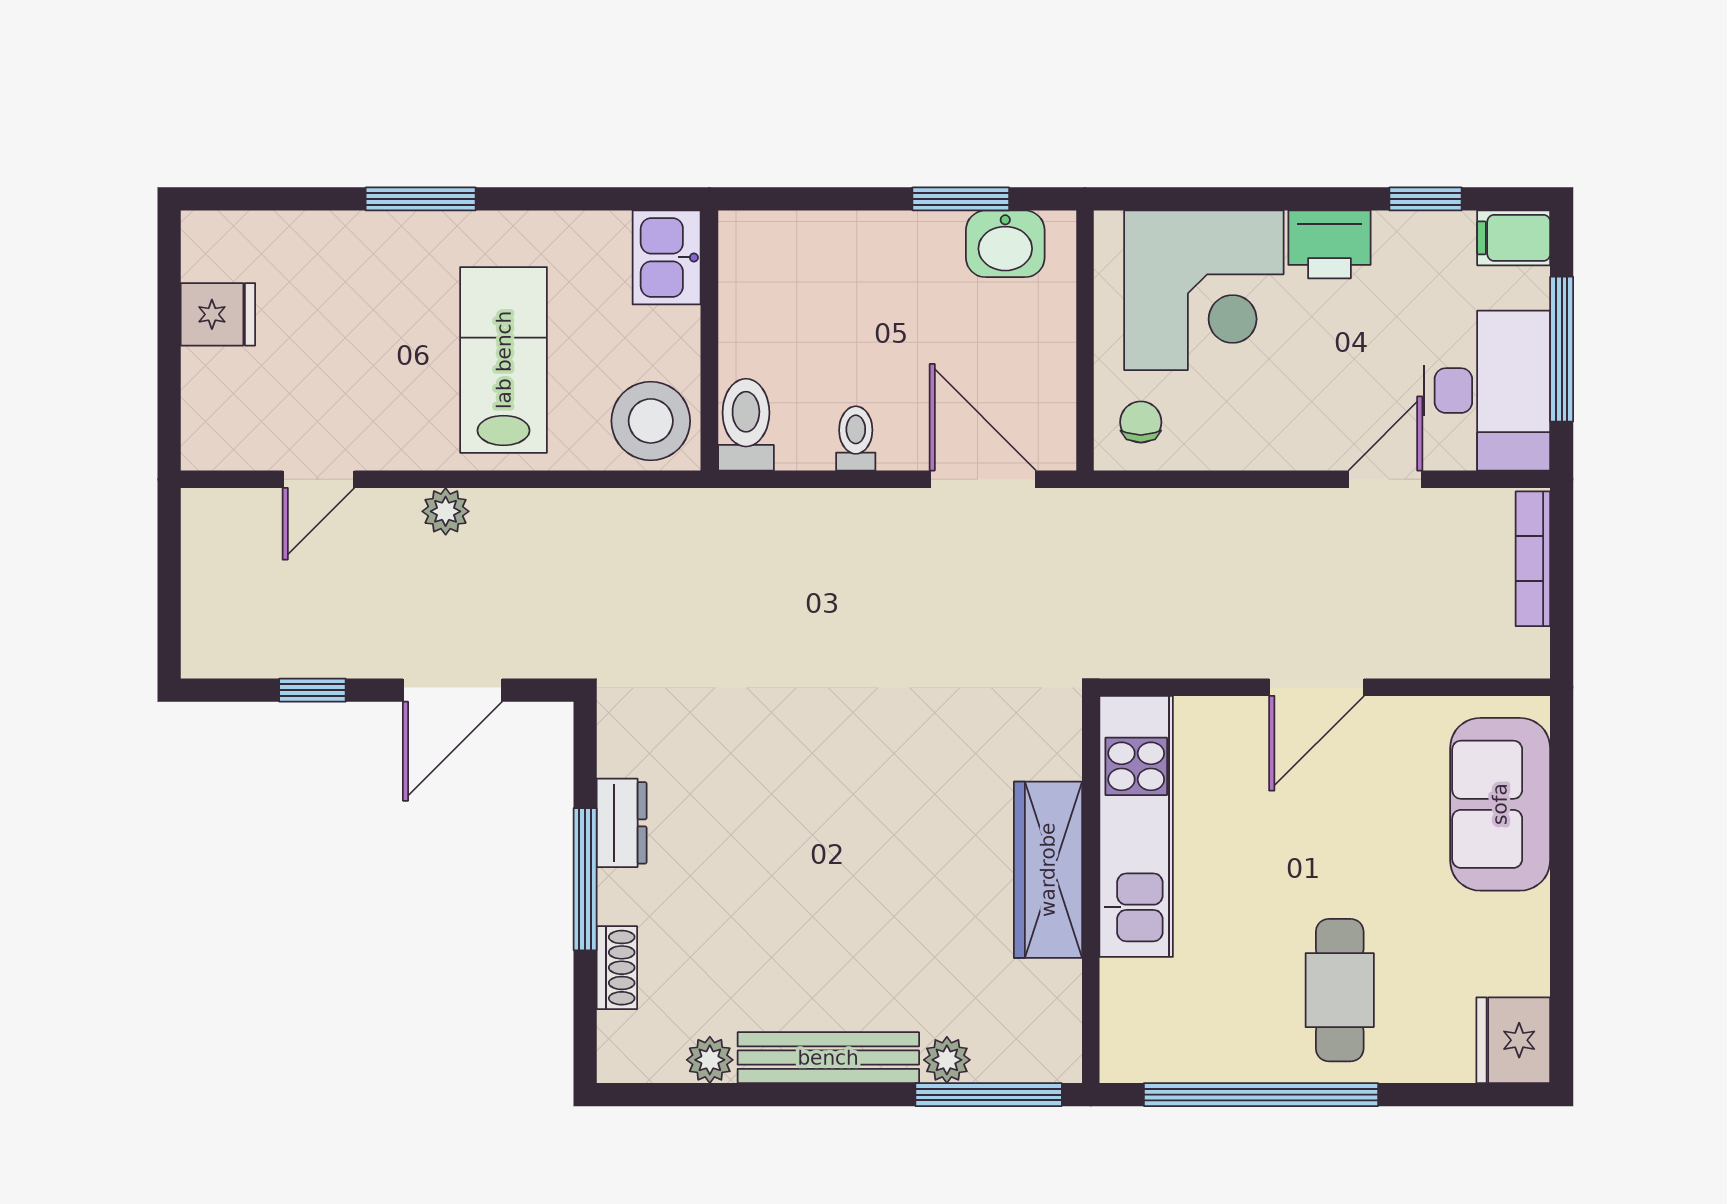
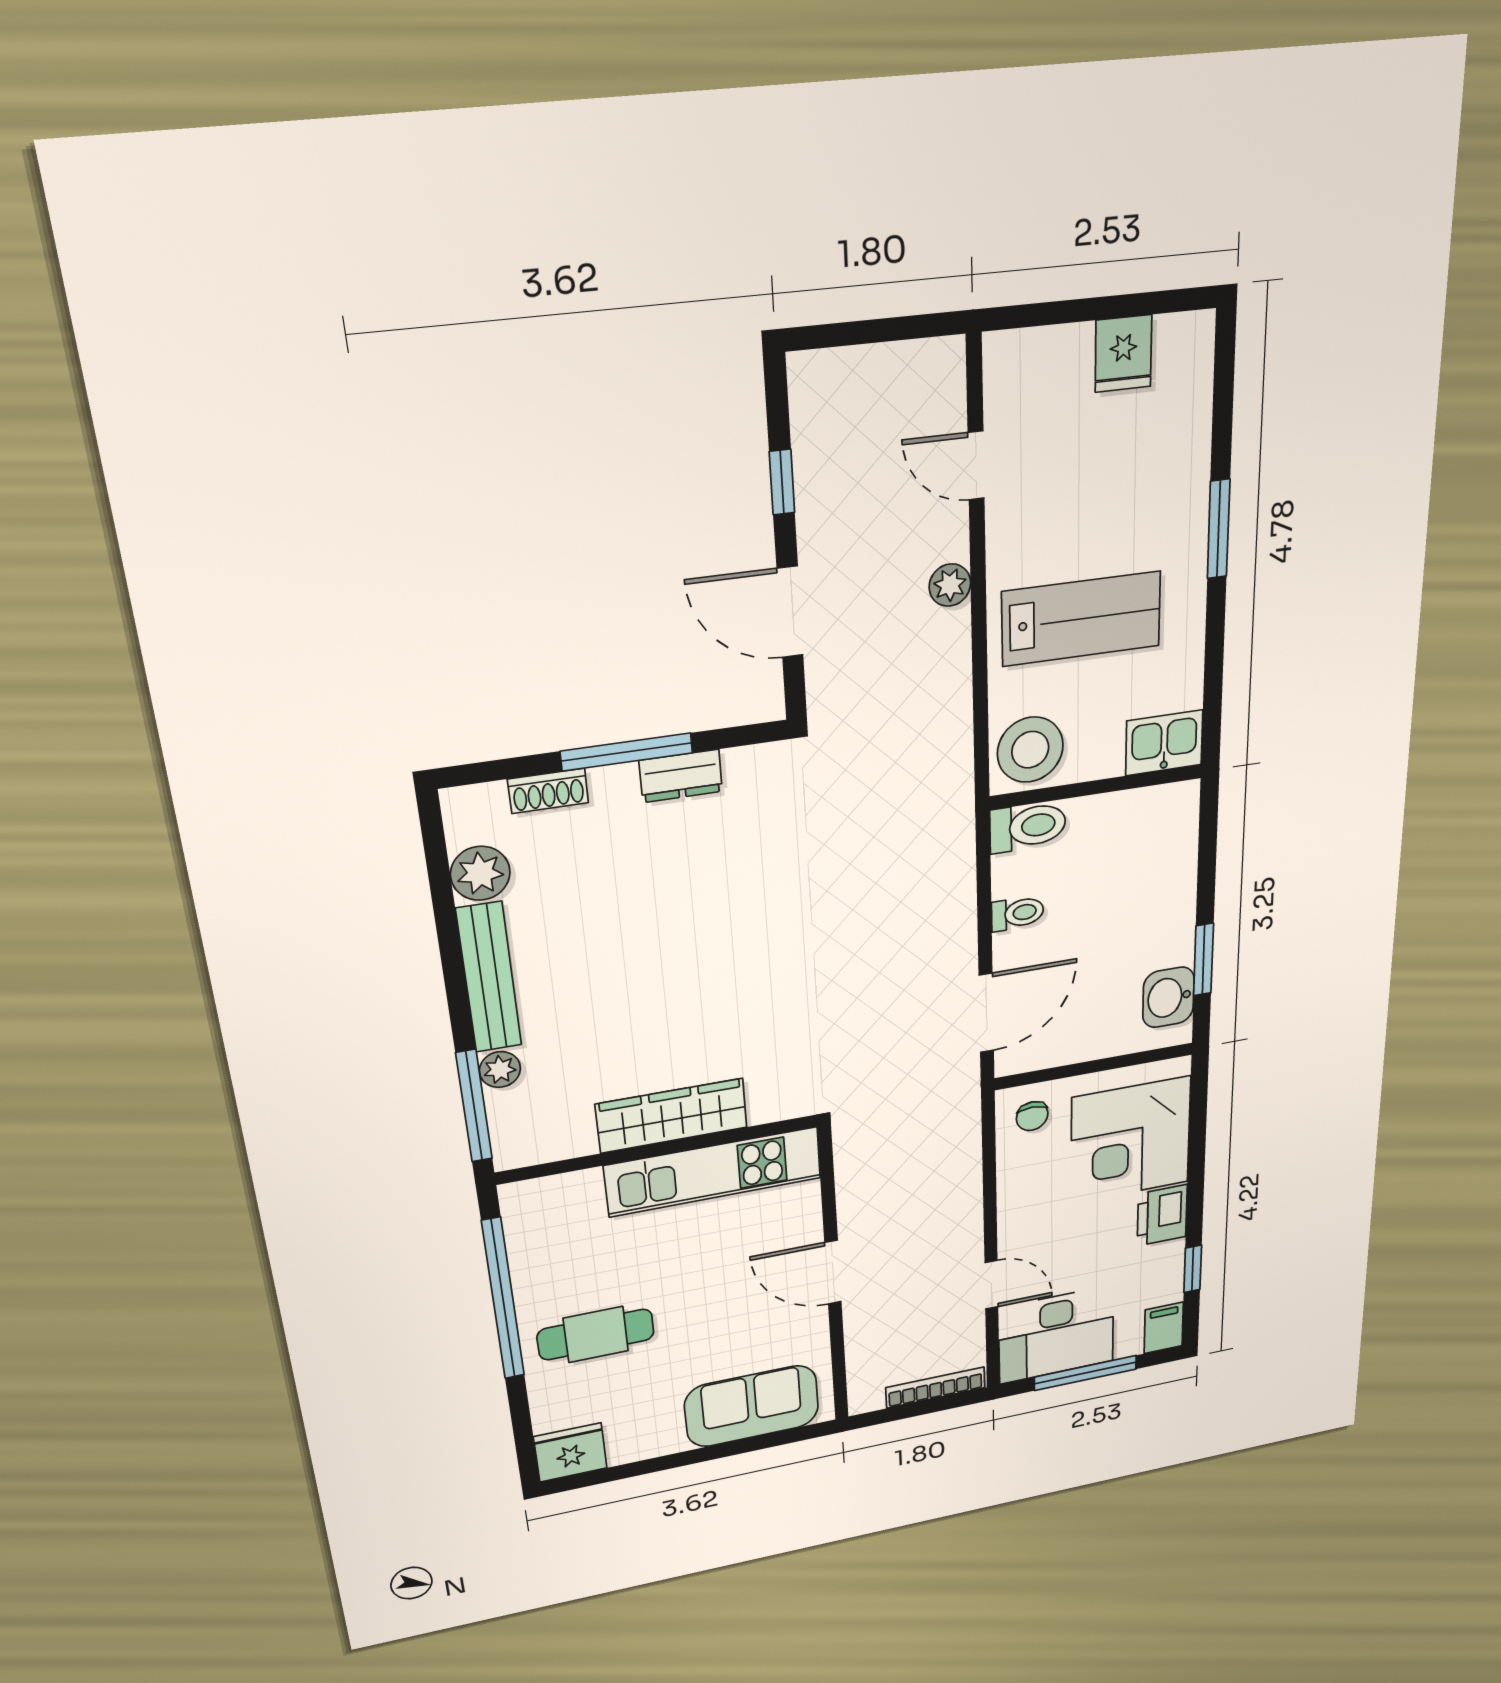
chair: (1141, 422) -> (1032, 1116), turned 90
plant: (710, 1060) -> (480, 873), width x1.38, depth x1.38

